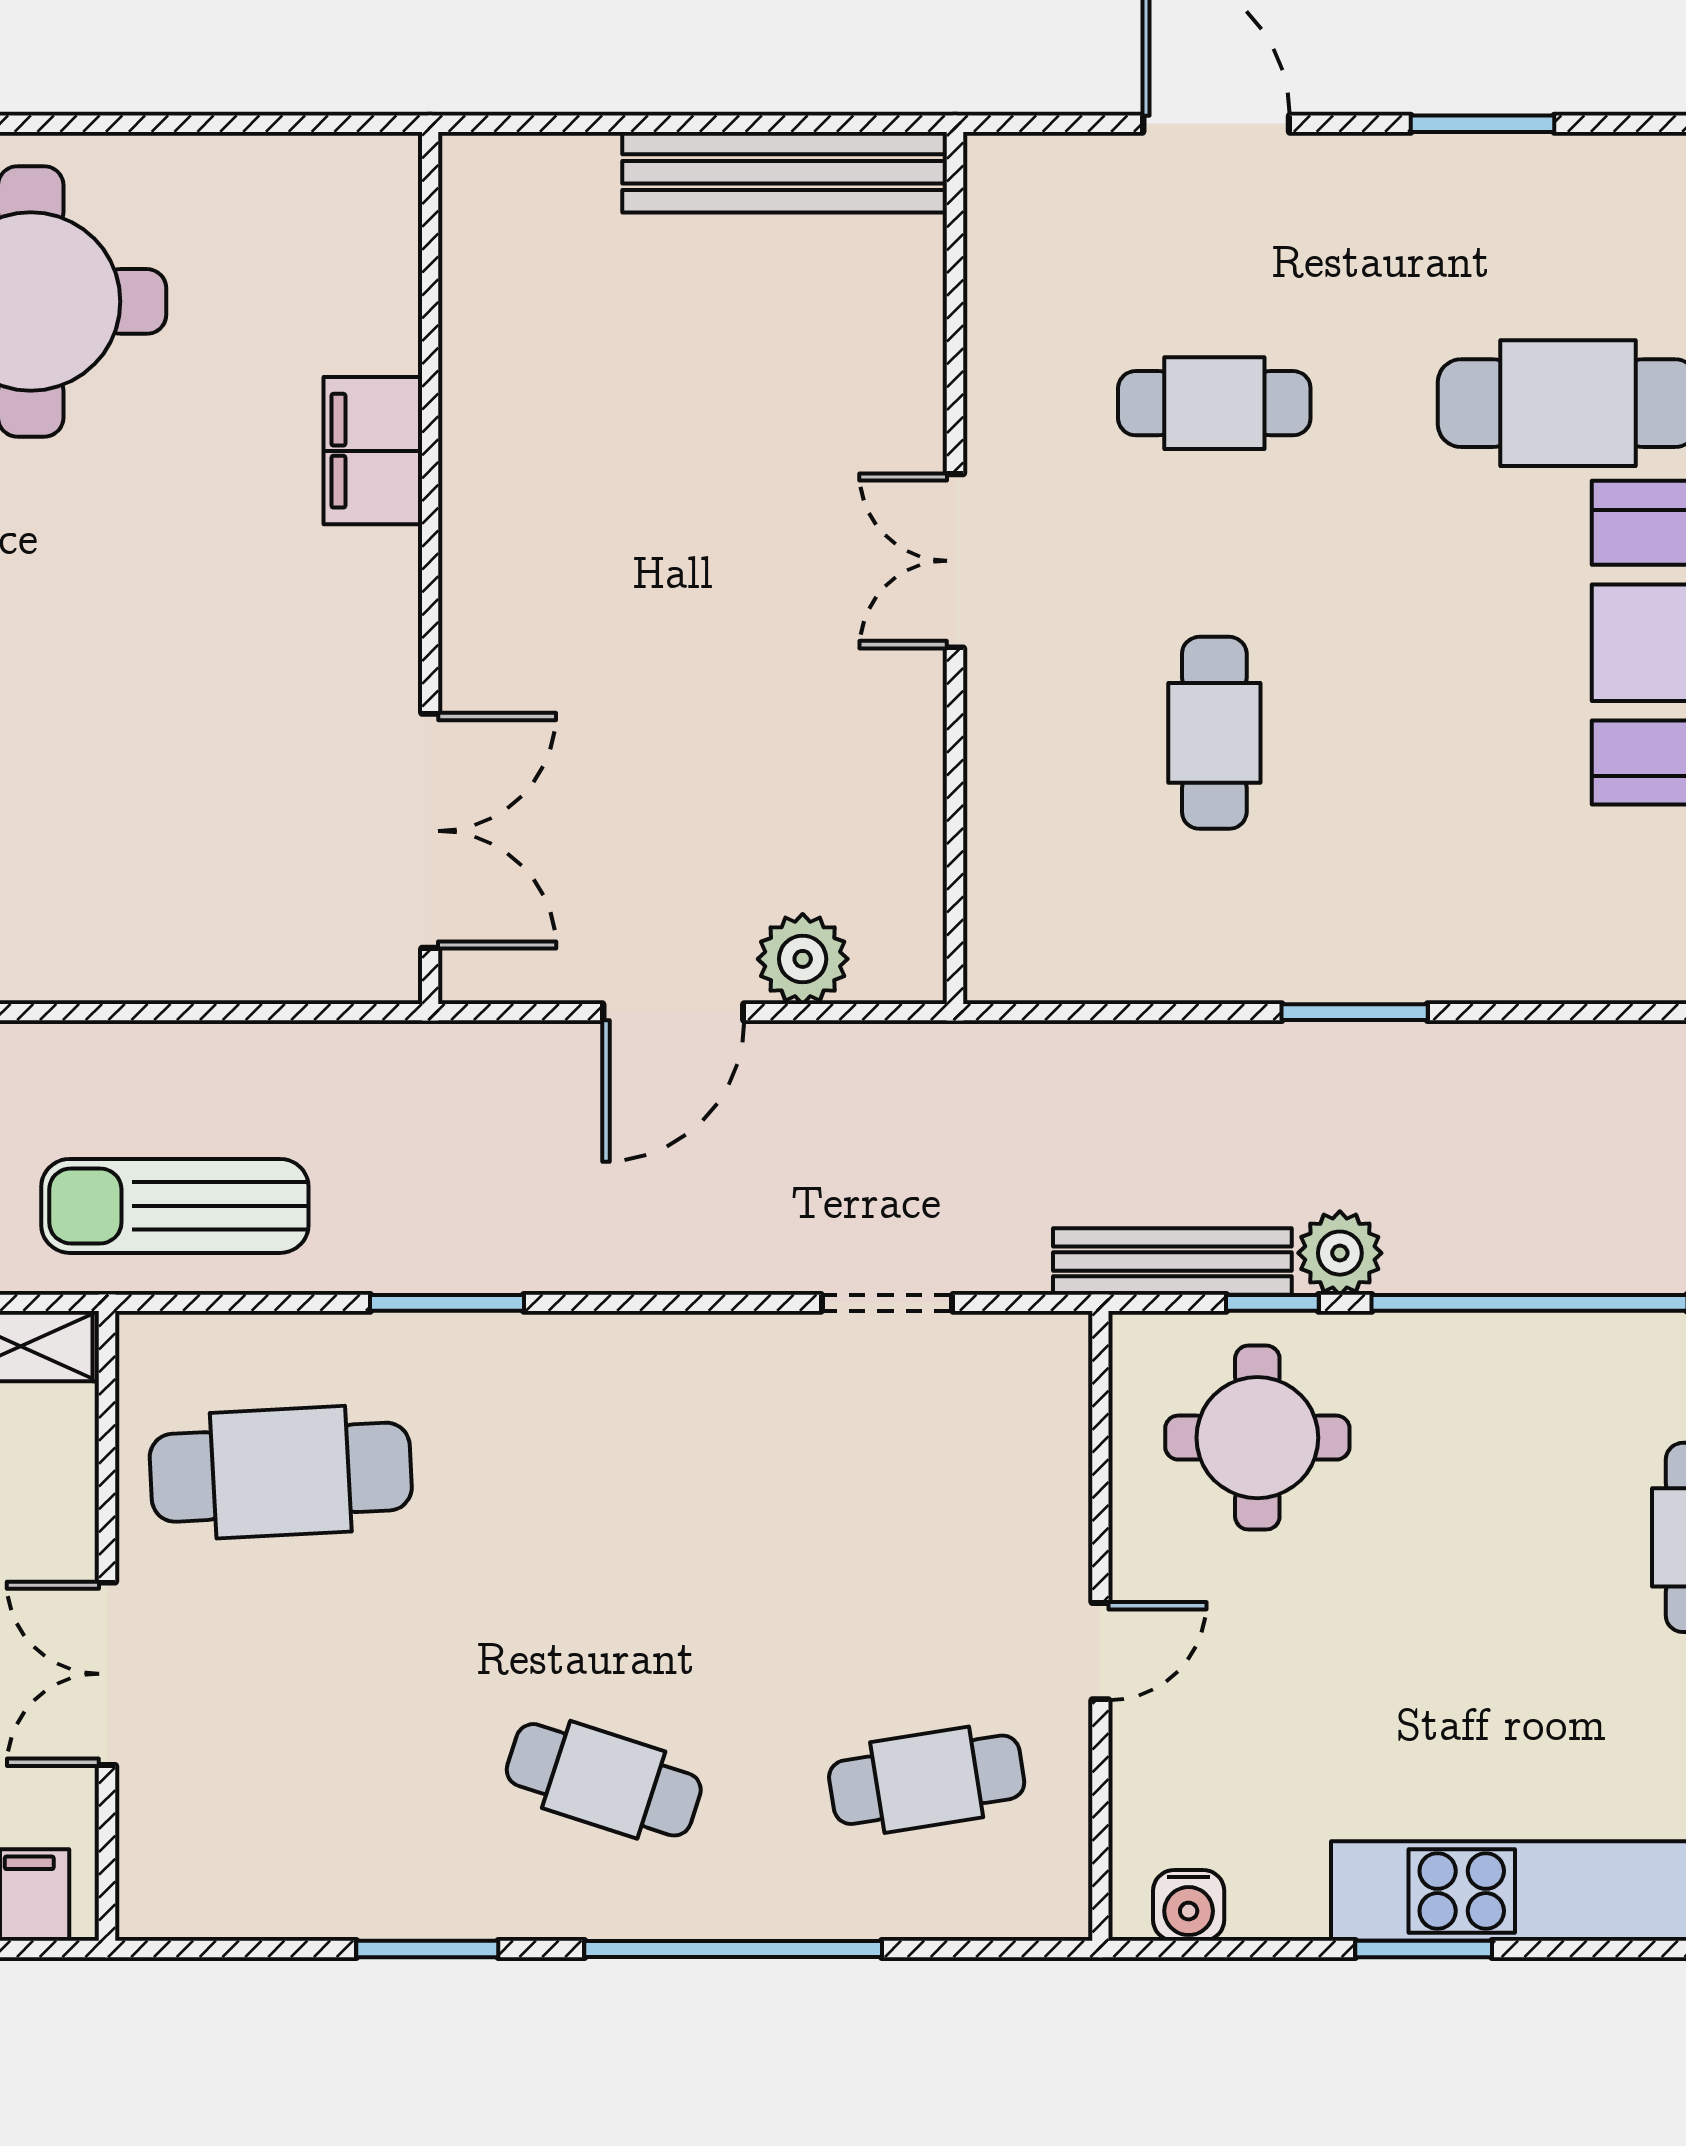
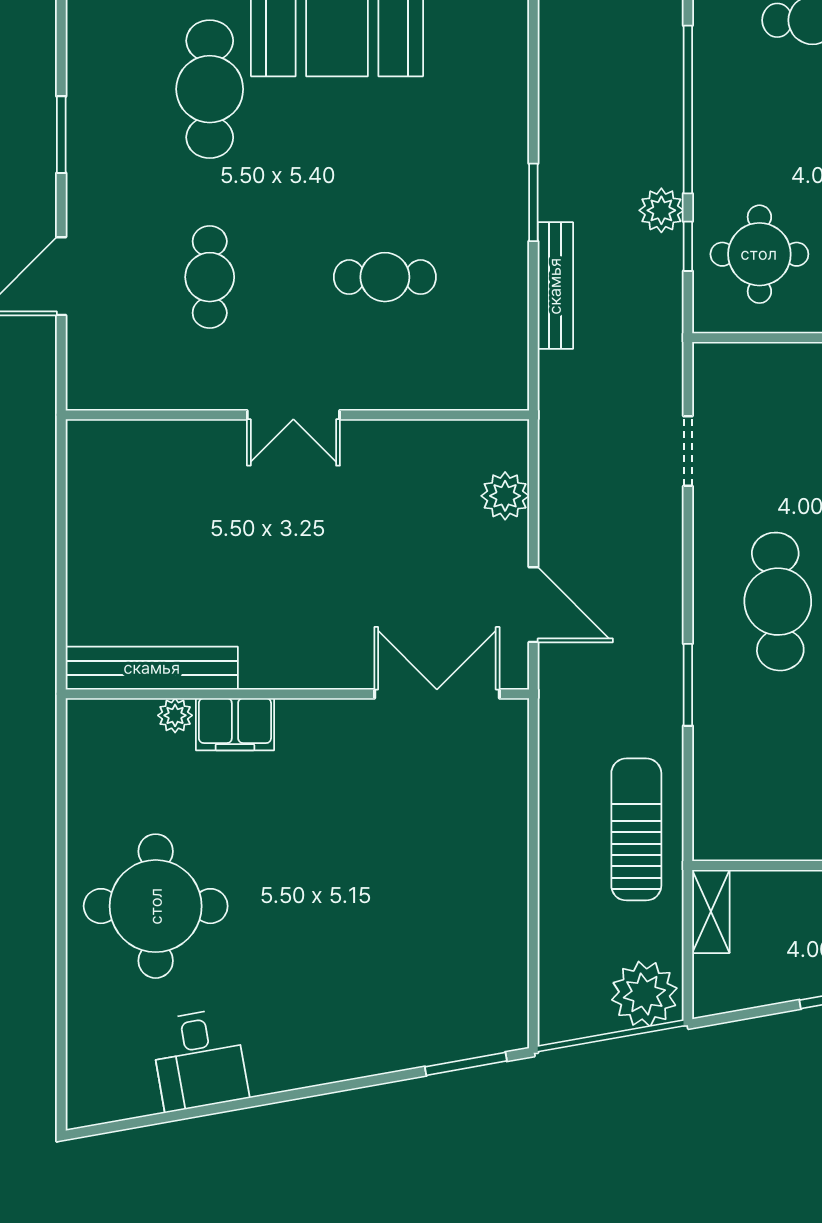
bench: (785, 172) -> (152, 668), moved, turned 90
plant: (389, 338) -> (175, 715), added
door: (673, 1012) -> (533, 605), moved
sun lounger: (175, 1206) -> (636, 829), turned 180
bench: (1172, 1261) -> (555, 286), moved
cafe table: (281, 1472) -> (778, 602), moved

